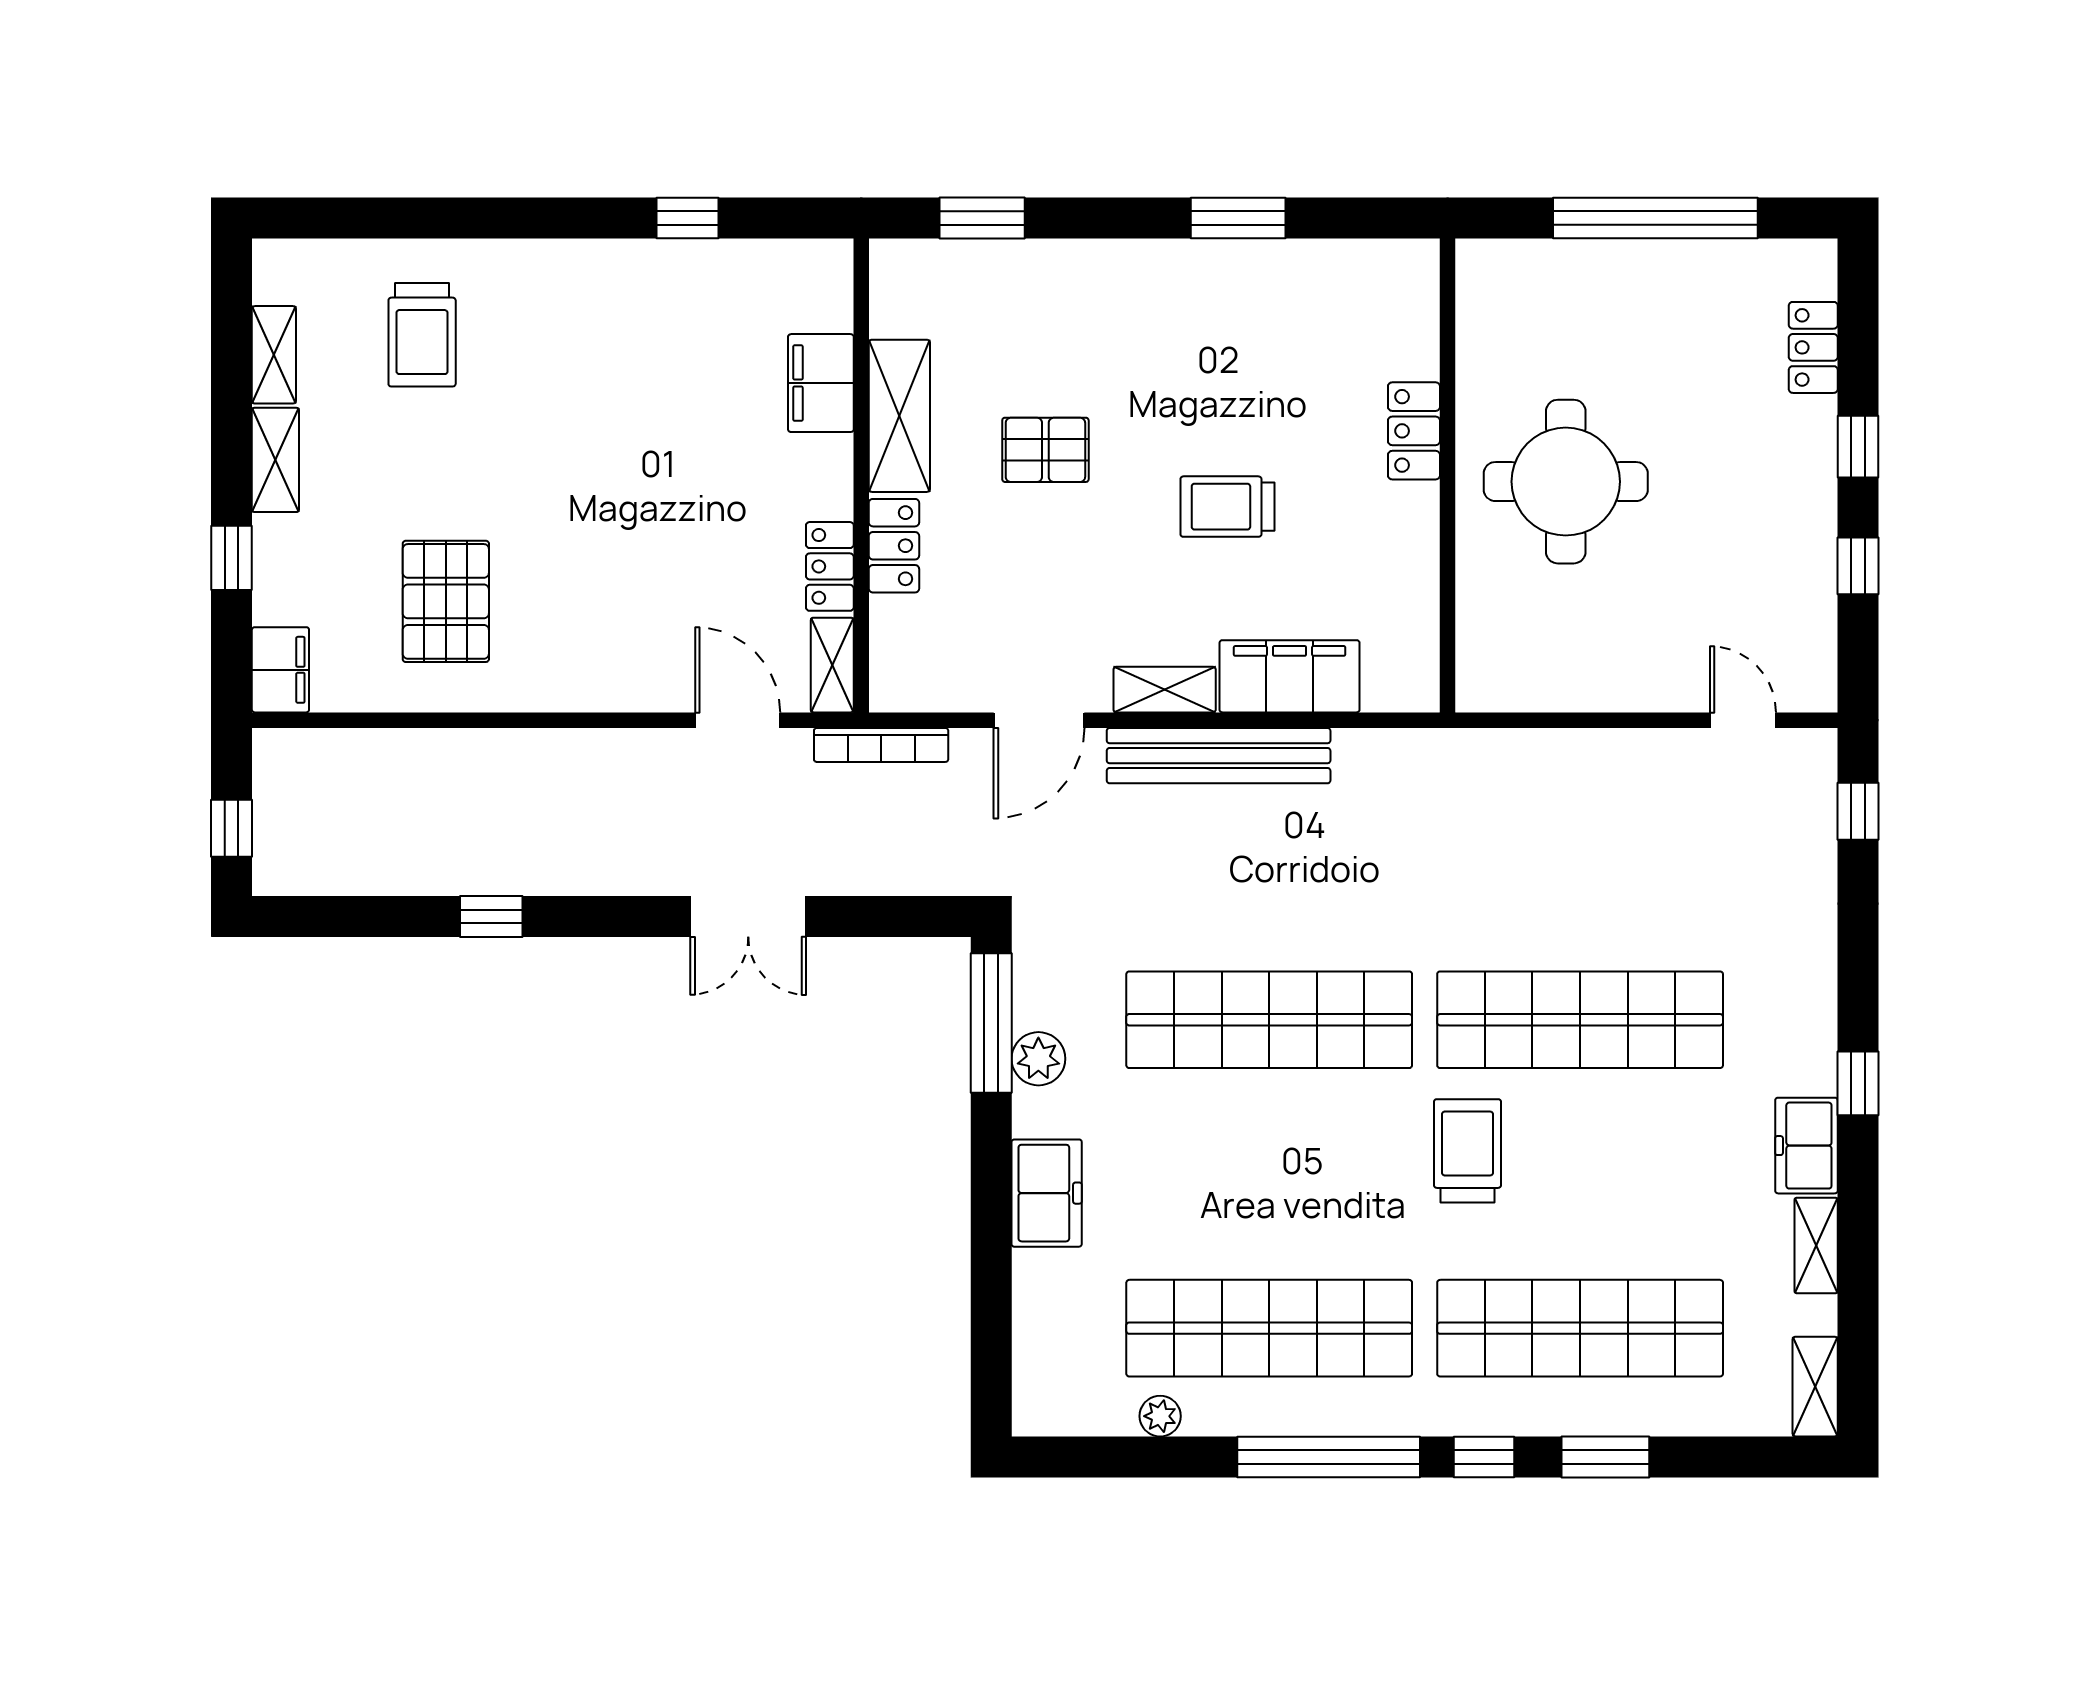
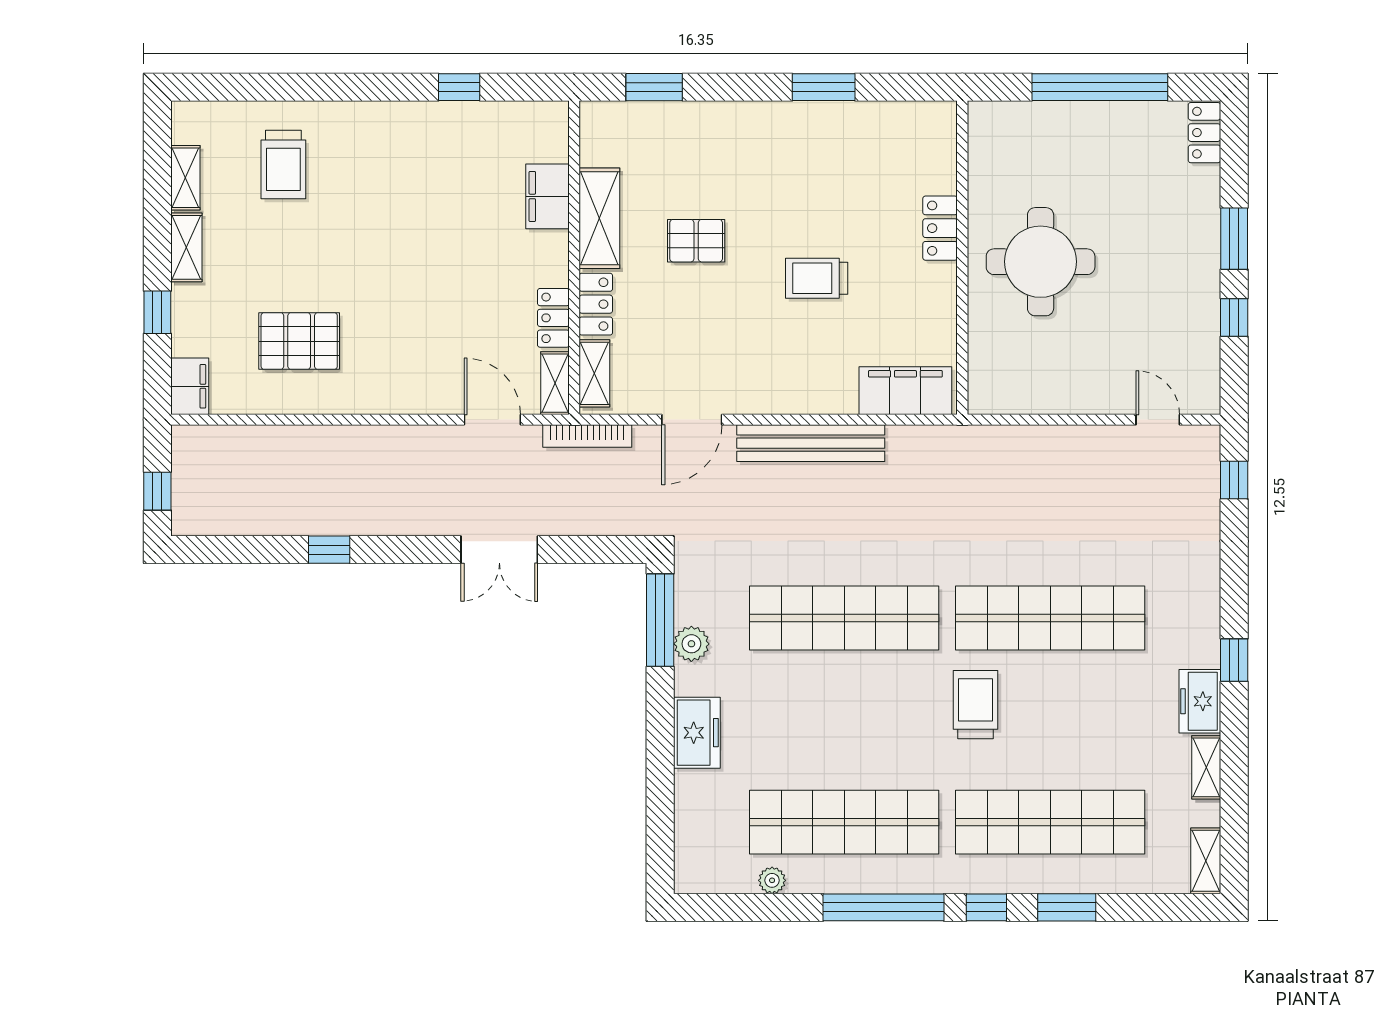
locker: (1813, 347) -> (1204, 133), moved
window: (1858, 447) -> (1234, 239), width x1.50
pallet: (446, 601) -> (299, 341), turned 90
filing cabinet: (1290, 676) -> (905, 391), moved
shelving: (1165, 690) -> (594, 373), moved, turned 90

